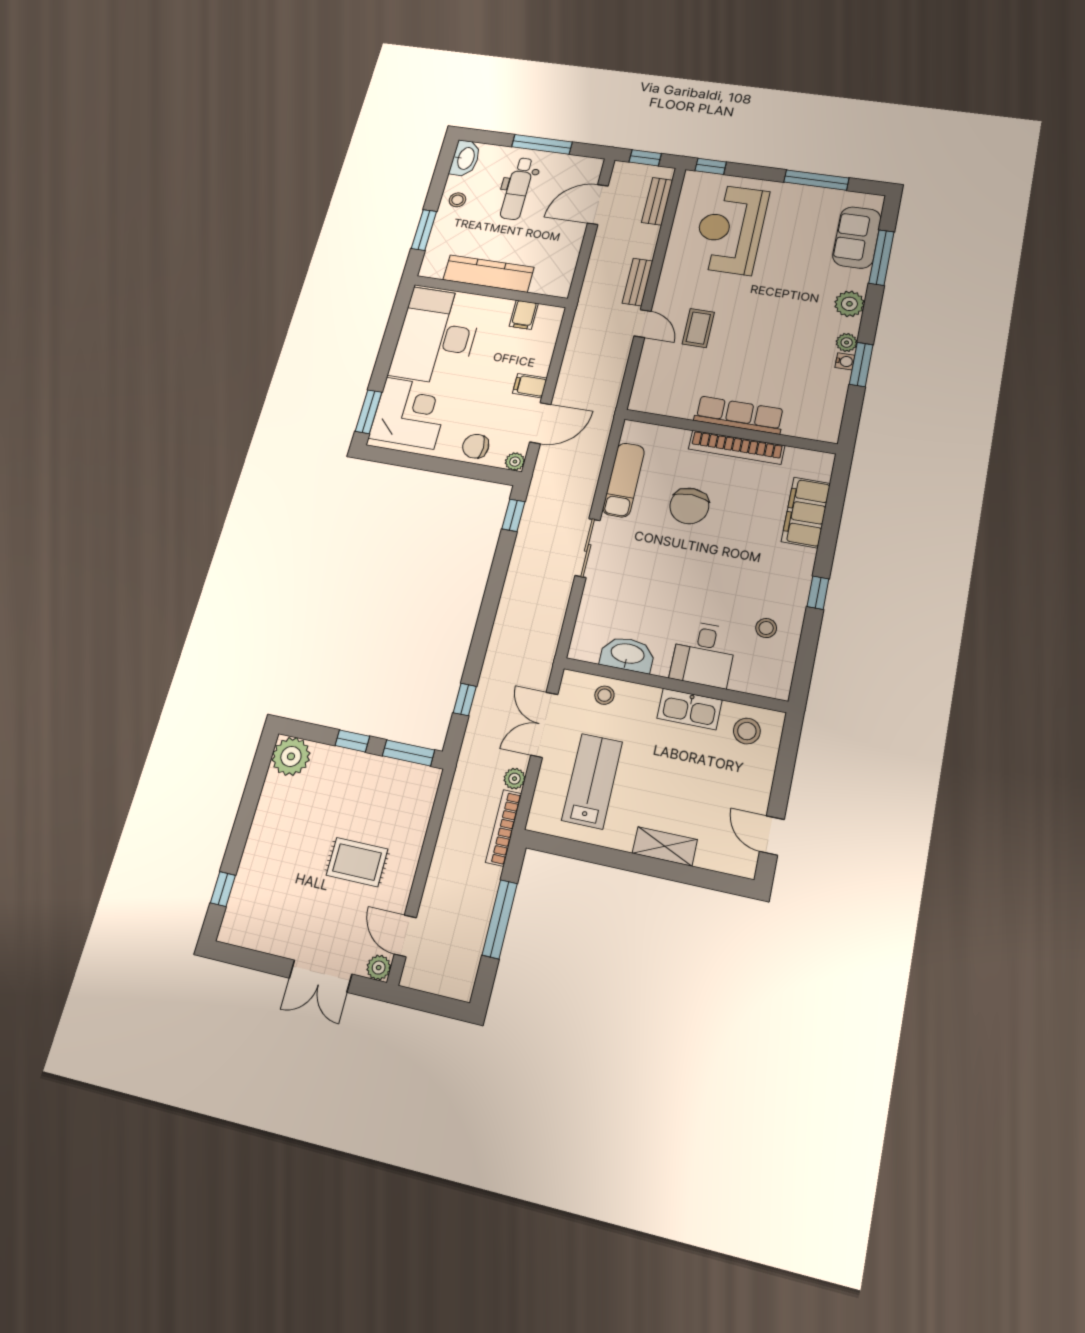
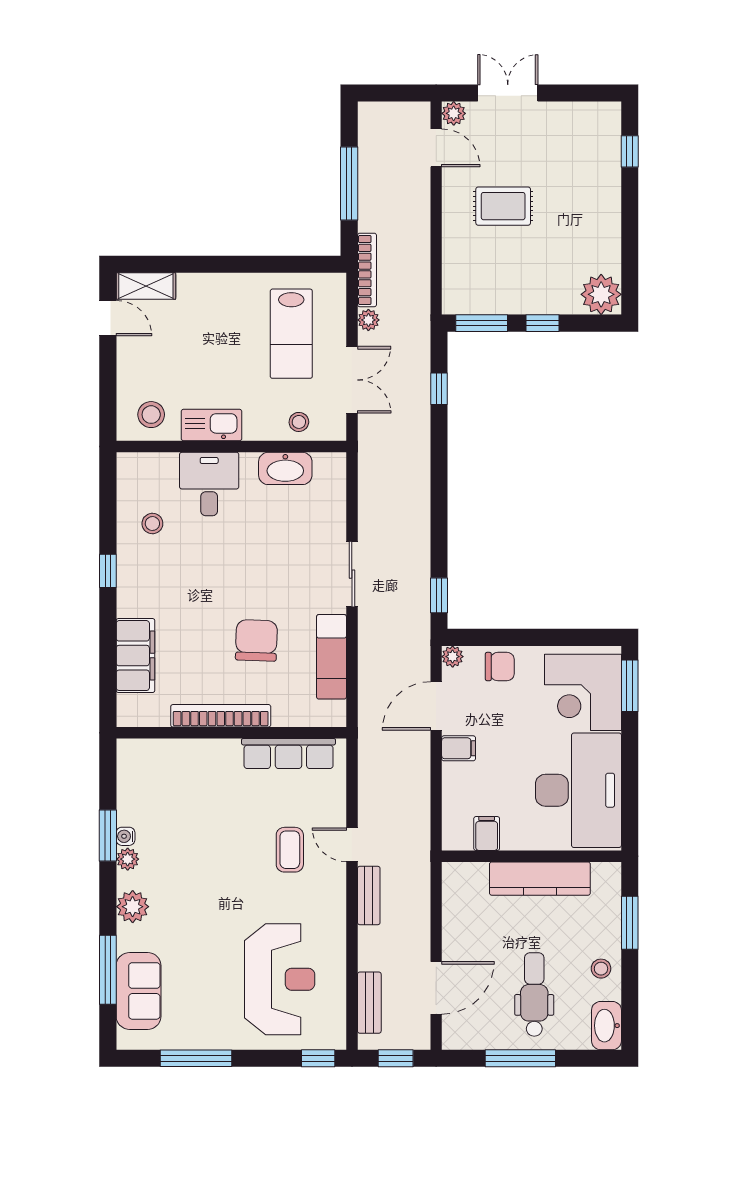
row of seats: (739, 415) -> (289, 754), moved
shelving: (665, 846) -> (146, 286), moved

